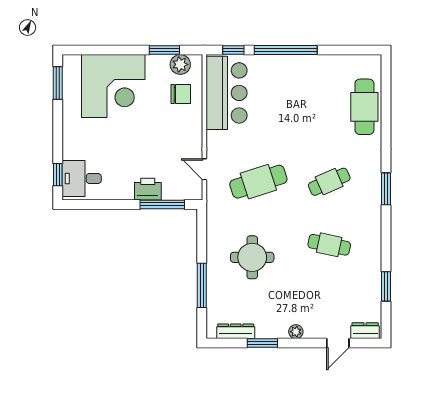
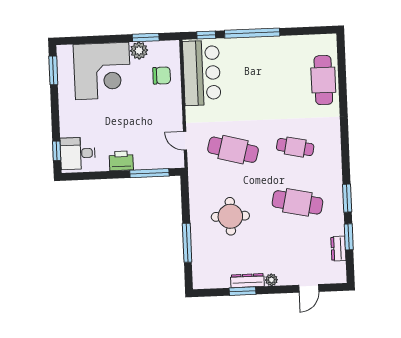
plant: (180, 64) -> (139, 50), moved
cafe table: (258, 182) -> (233, 150), turned 33
cafe table: (329, 182) -> (295, 147), turned 36
printer: (148, 189) -> (121, 161), moved
window: (386, 189) -> (347, 198), moved
cafe table: (329, 245) -> (297, 202), width x1.37, depth x1.35
dresser: (236, 331) -> (247, 281), moved
dresser: (365, 331) -> (338, 249), moved, turned -90

